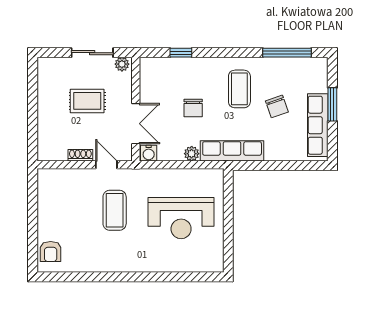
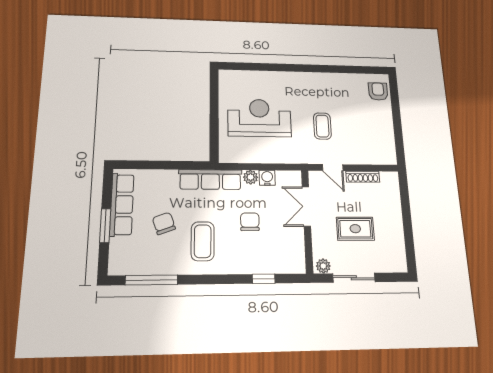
water cooler: (149, 153) -> (267, 178), moved
shoe rack: (80, 155) -> (363, 177), width x1.43
coffee table: (115, 210) -> (322, 126), width x0.73, depth x0.77

